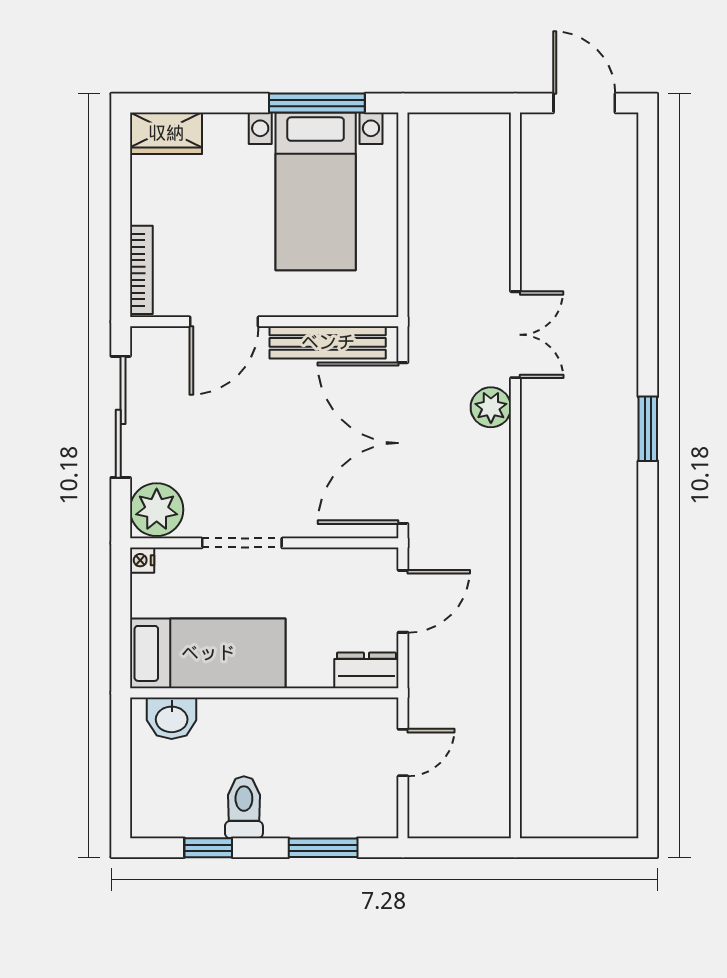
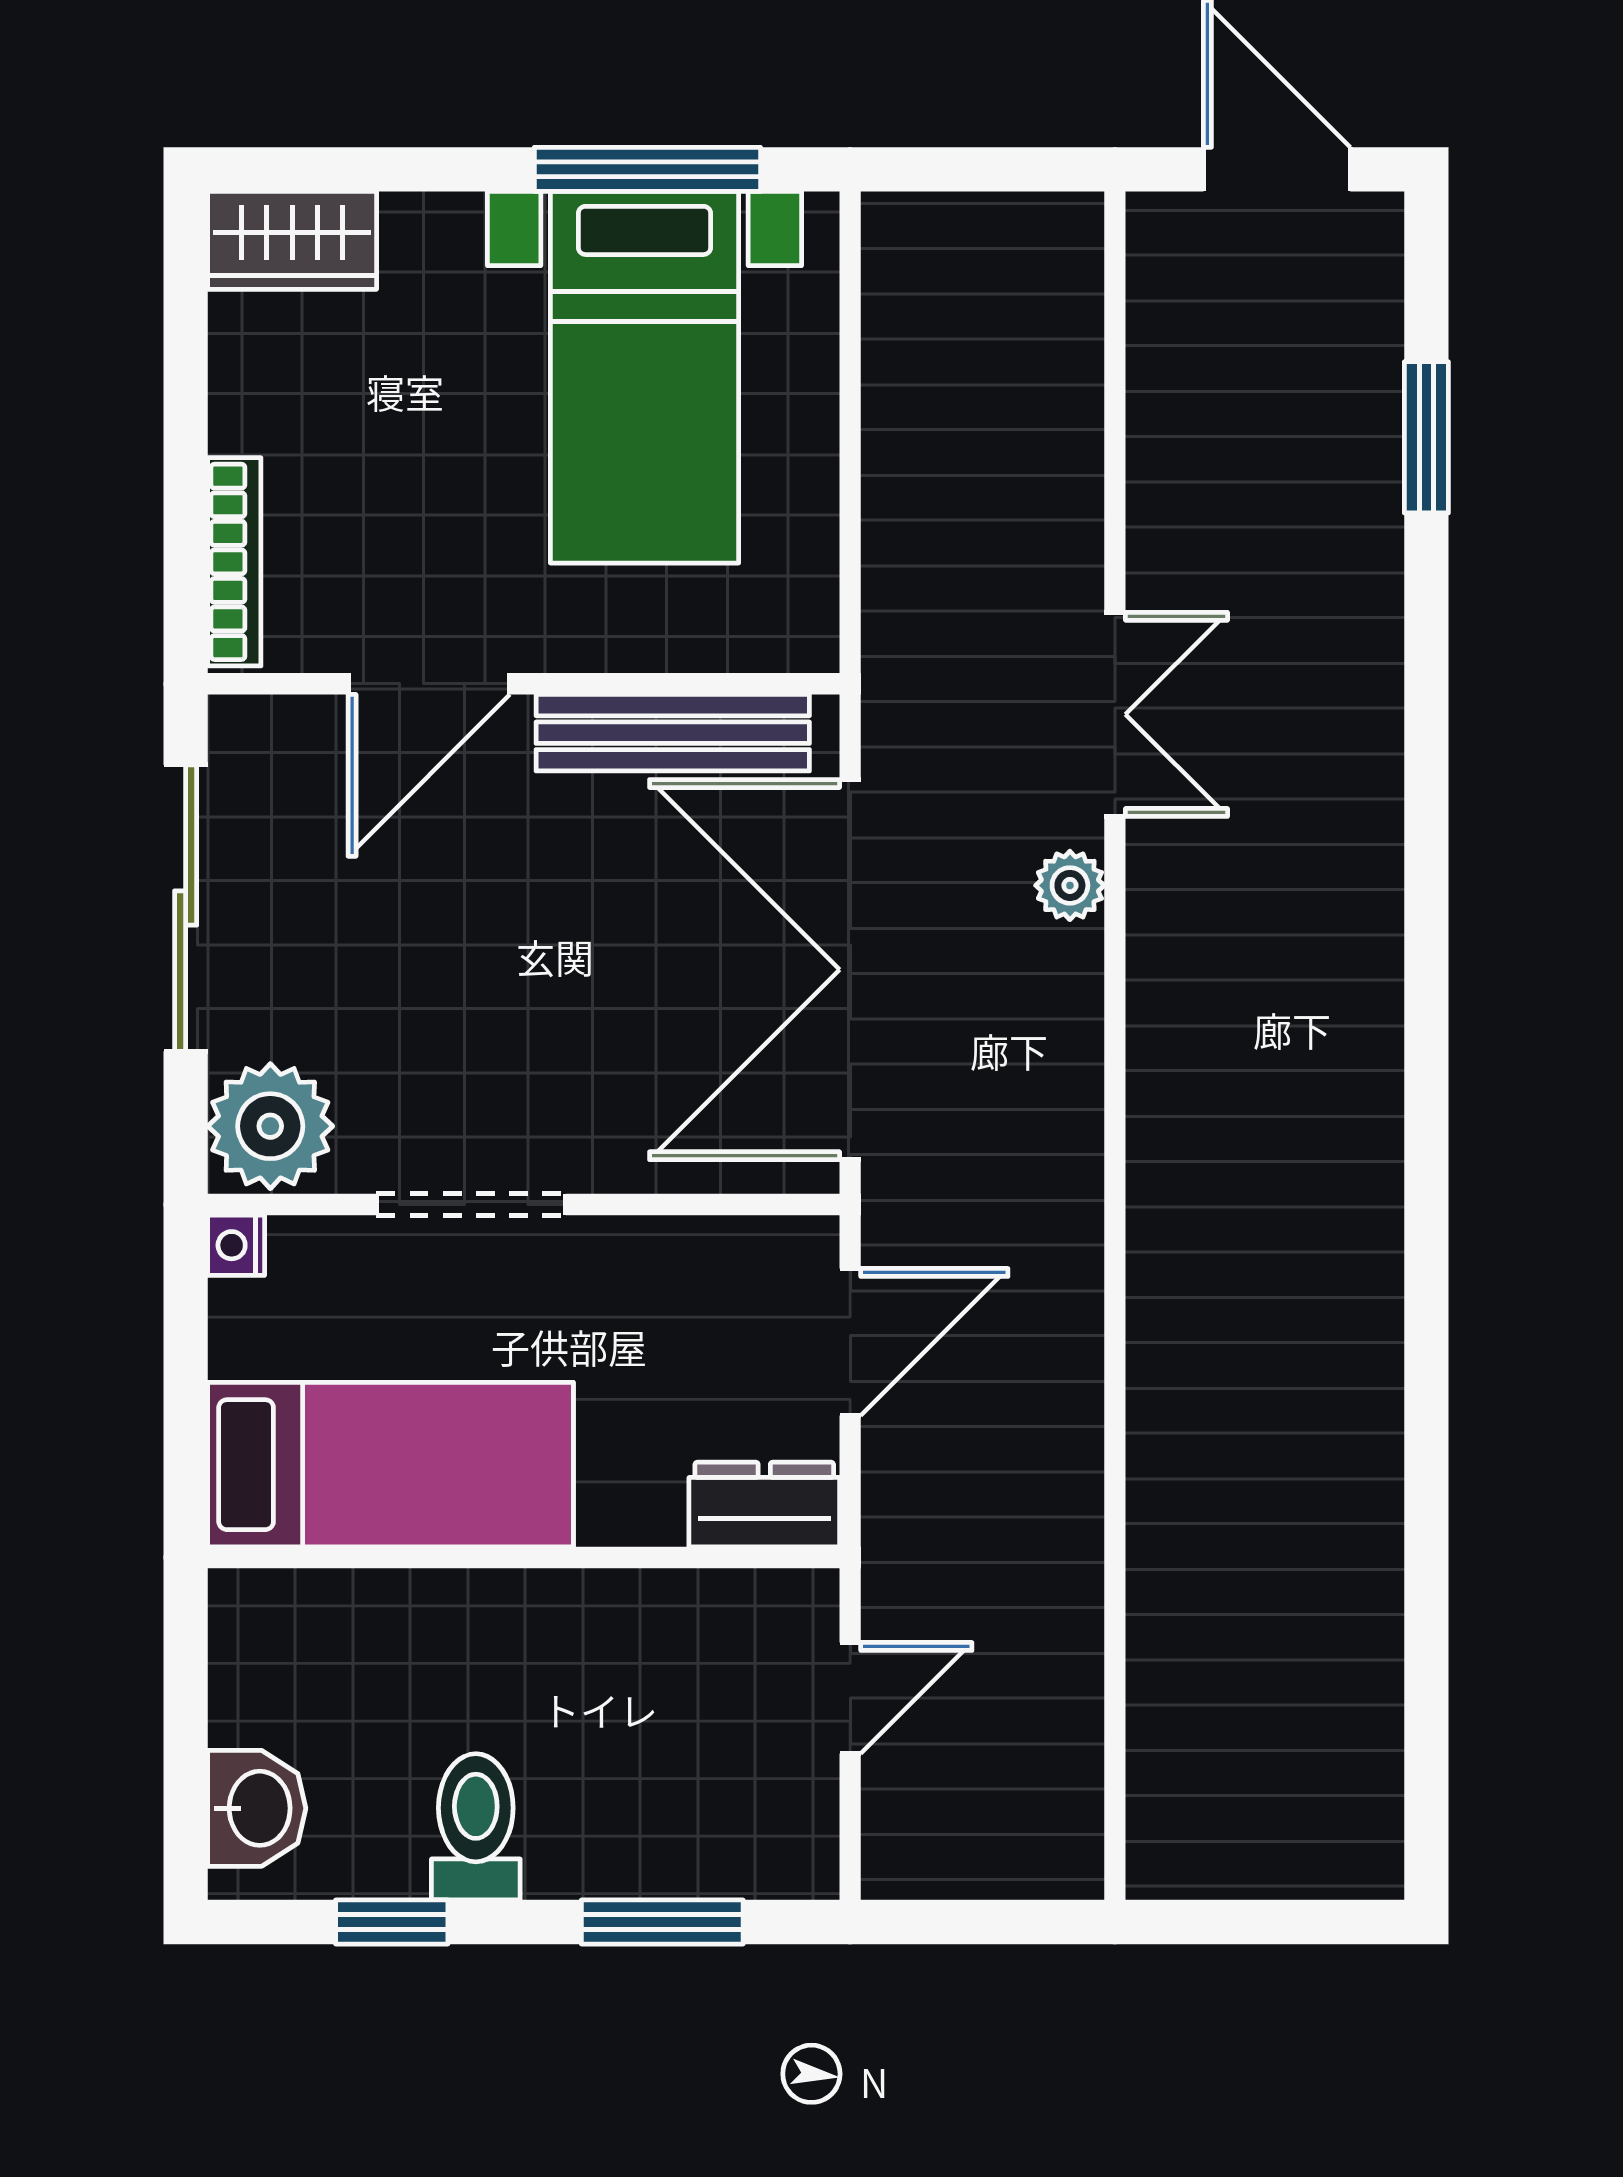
plant: (491, 407) -> (1070, 885), width x0.73, depth x0.73
window: (648, 429) -> (1426, 437), moved
washbasin: (172, 718) -> (257, 1808), moved, turned -90

